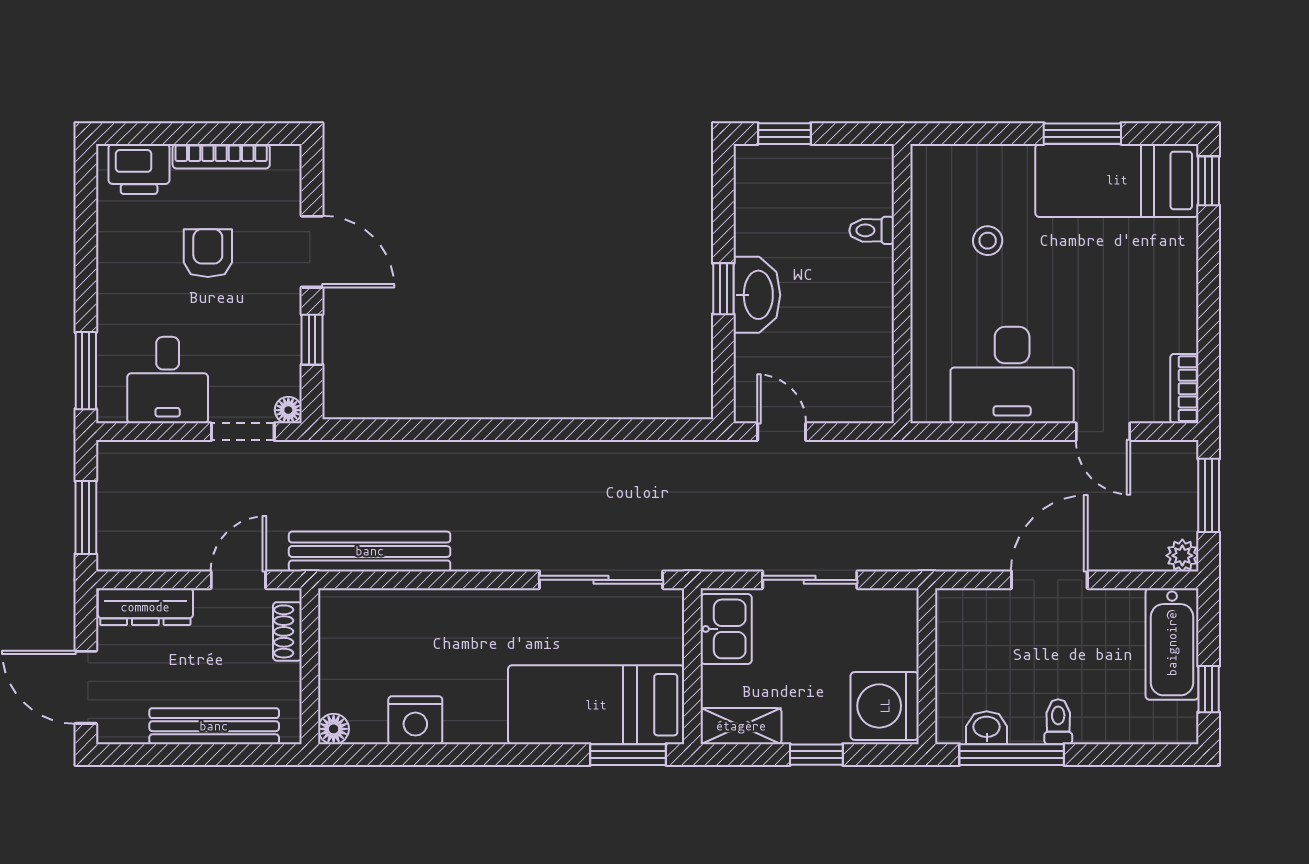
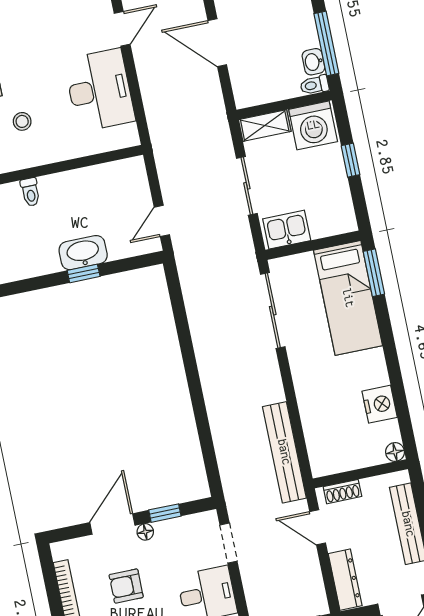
floor lamp: (288, 410) -> (145, 532), moved
toilet: (1058, 722) -> (315, 85), moved
shelving: (741, 726) -> (265, 126), moved, turned 90

